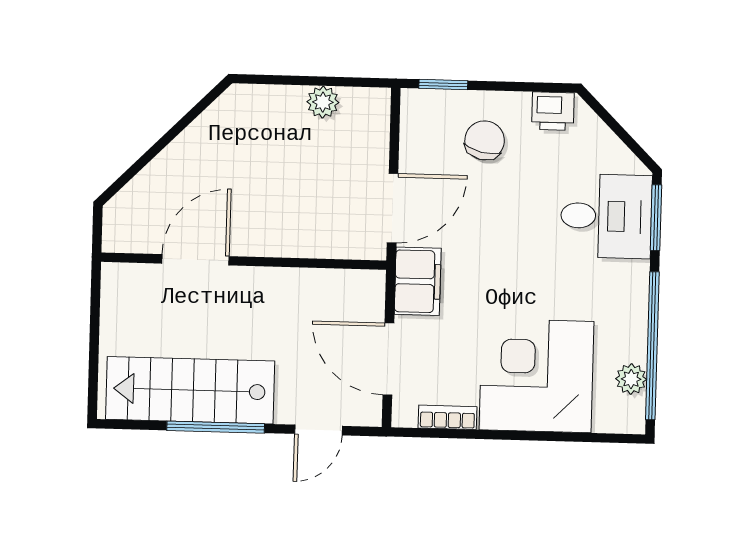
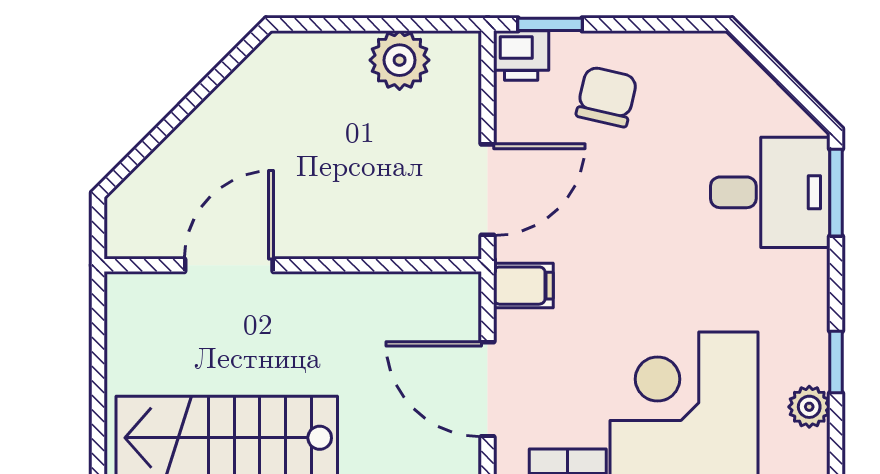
plant: (323, 102) -> (400, 60), width x1.38, depth x1.38
printer: (553, 111) -> (521, 55), moved
filing cabinet: (418, 281) -> (523, 286), width x0.50
window: (652, 346) -> (836, 362), width x0.32

